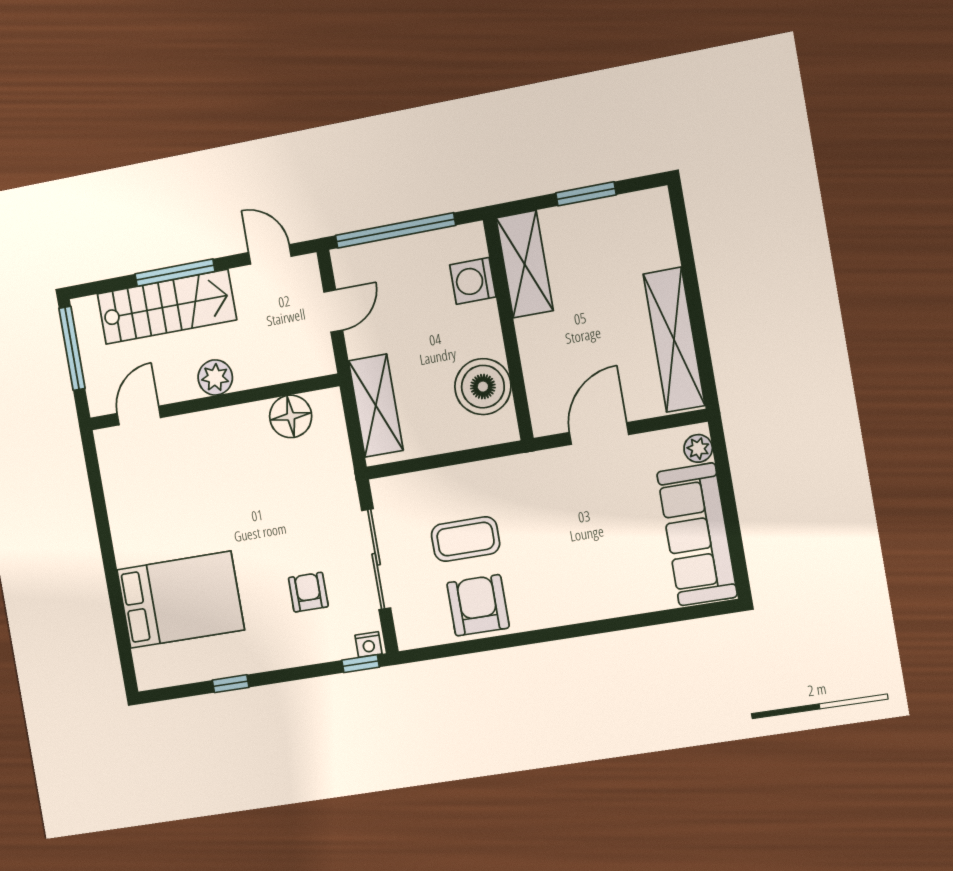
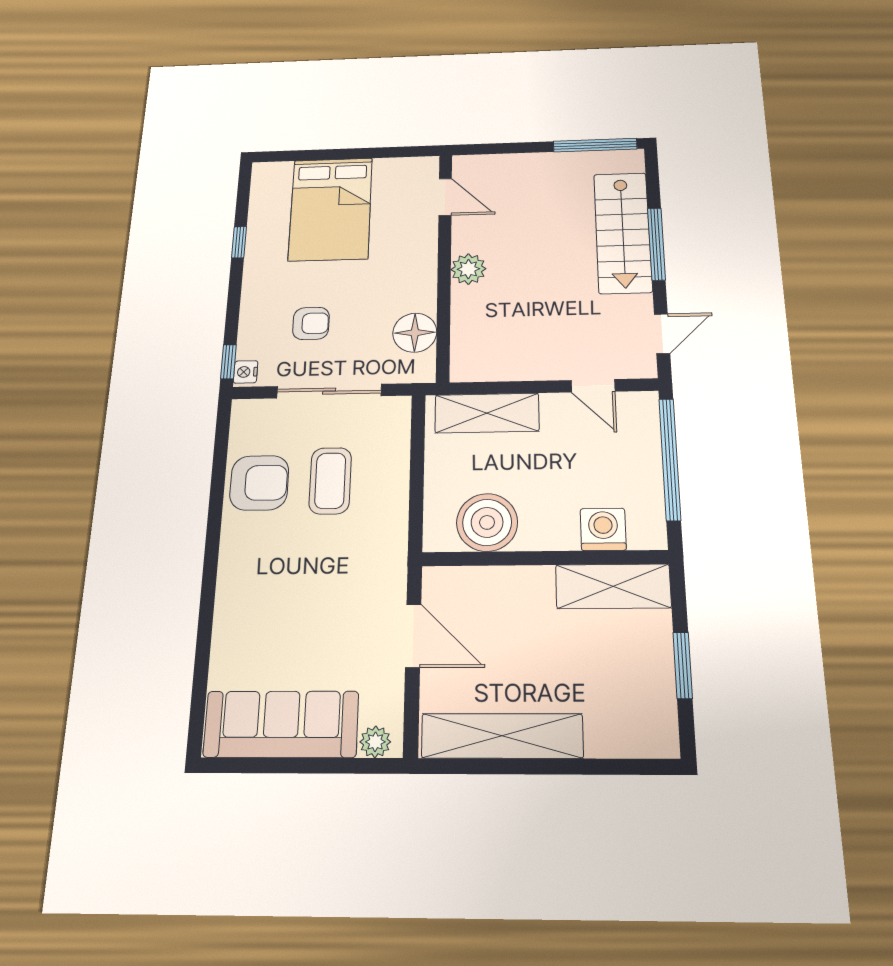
plant: (215, 377) -> (468, 269), moved
wall: (214, 402) -> (444, 264), moved
door: (139, 416) -> (445, 197), moved
floor lamp: (291, 416) -> (415, 333), moved

